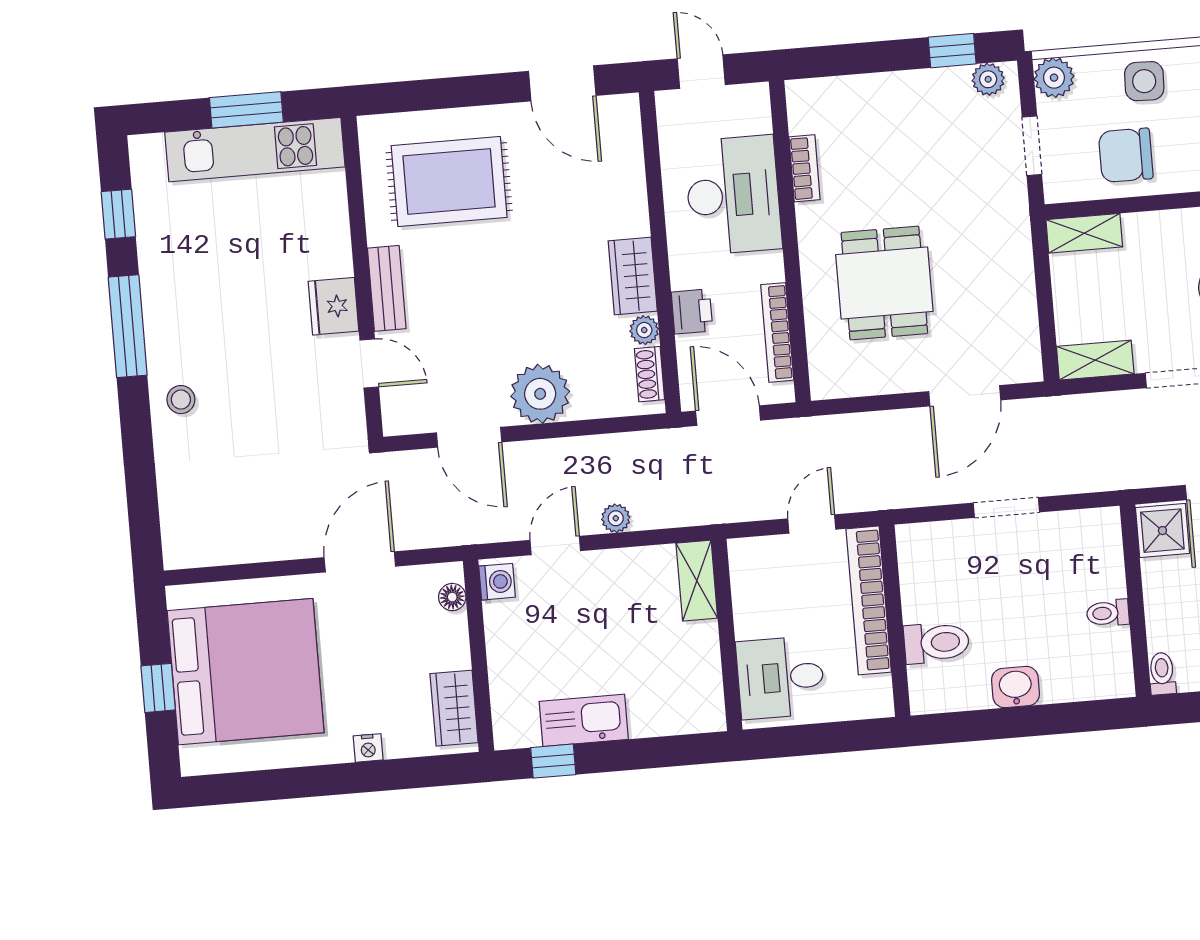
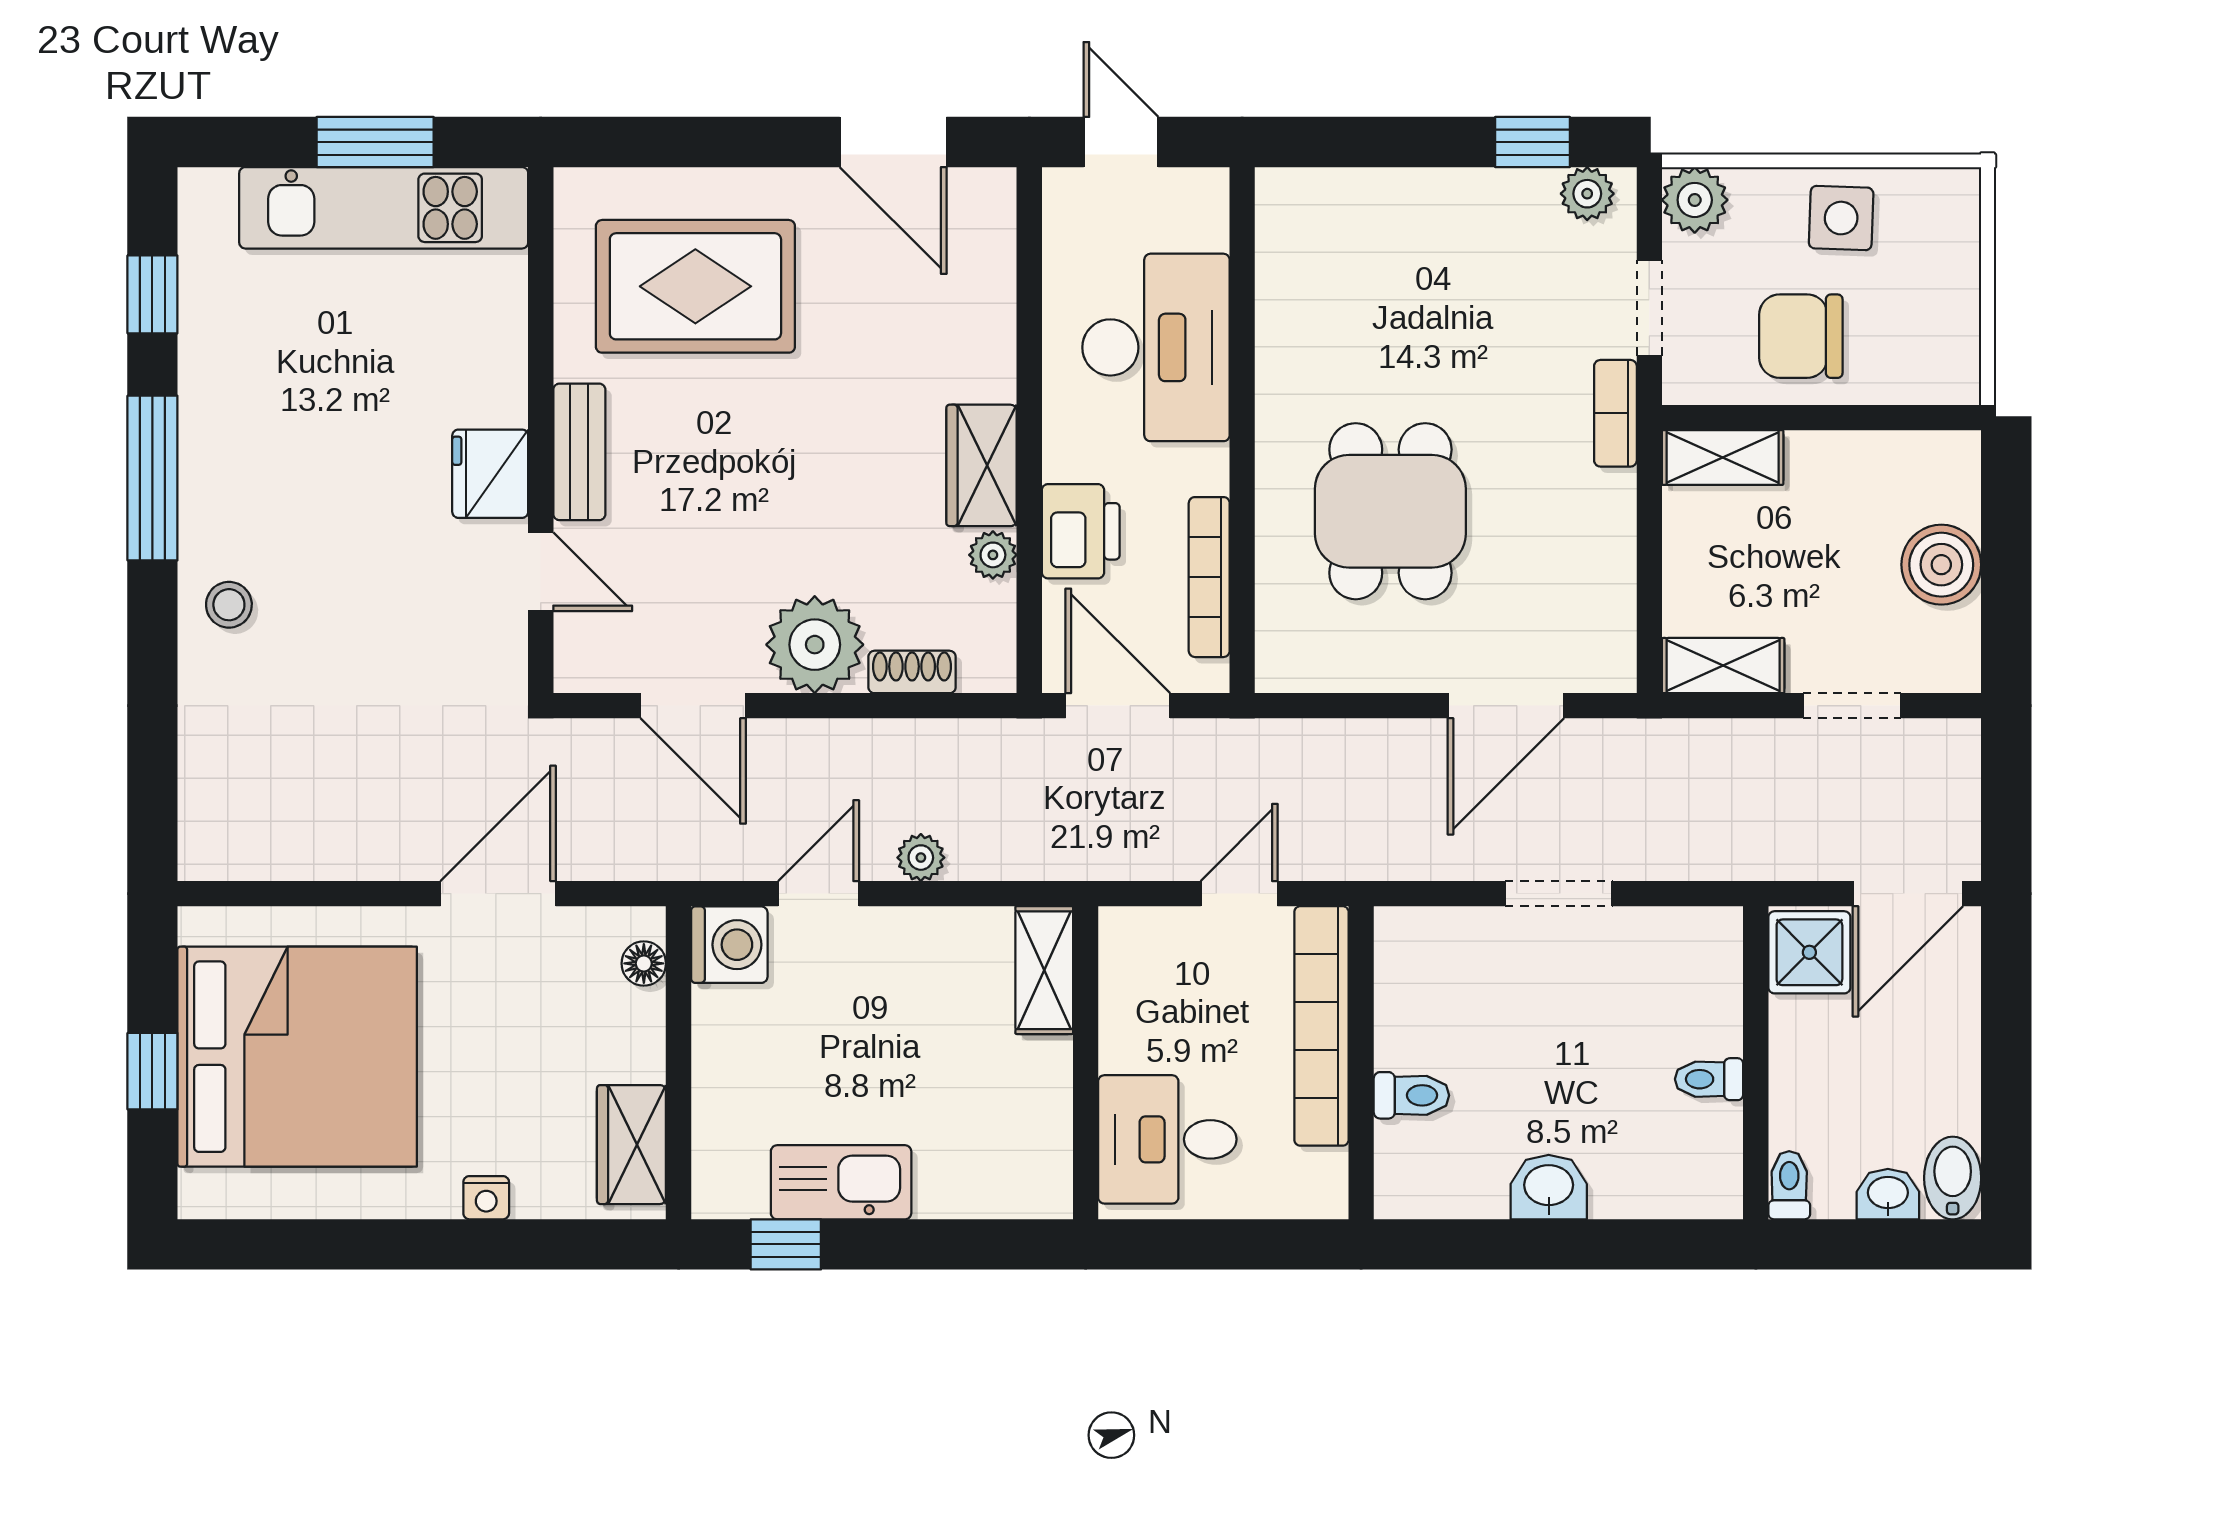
bookcase: (805, 168) -> (1615, 413), moved, turned 180
printer: (692, 311) -> (1081, 531), width x1.36, depth x1.24
shoe rack: (650, 374) -> (912, 672), moved, turned 90
washing machine: (497, 582) -> (729, 945), width x1.38, depth x1.38
toilet: (936, 643) -> (1411, 1095), width x0.73, depth x0.72

